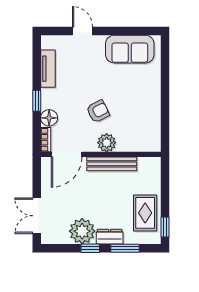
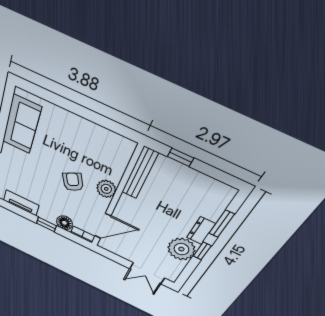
door: (67, 154) -> (103, 226), hinge flipped
bench: (112, 164) -> (140, 173), moved
rug: (145, 213) -> (196, 189), removed
window: (165, 227) -> (181, 157), moved

